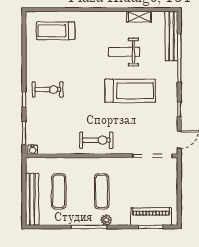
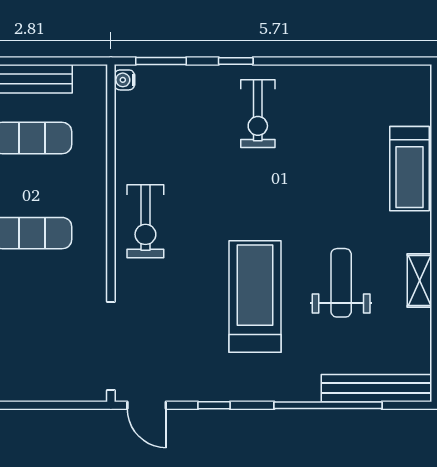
shelving: (139, 17) -> (419, 280), moved
treadmill: (56, 31) -> (410, 169), moved, turned 180
treadmill: (130, 91) -> (255, 296), turned 180

